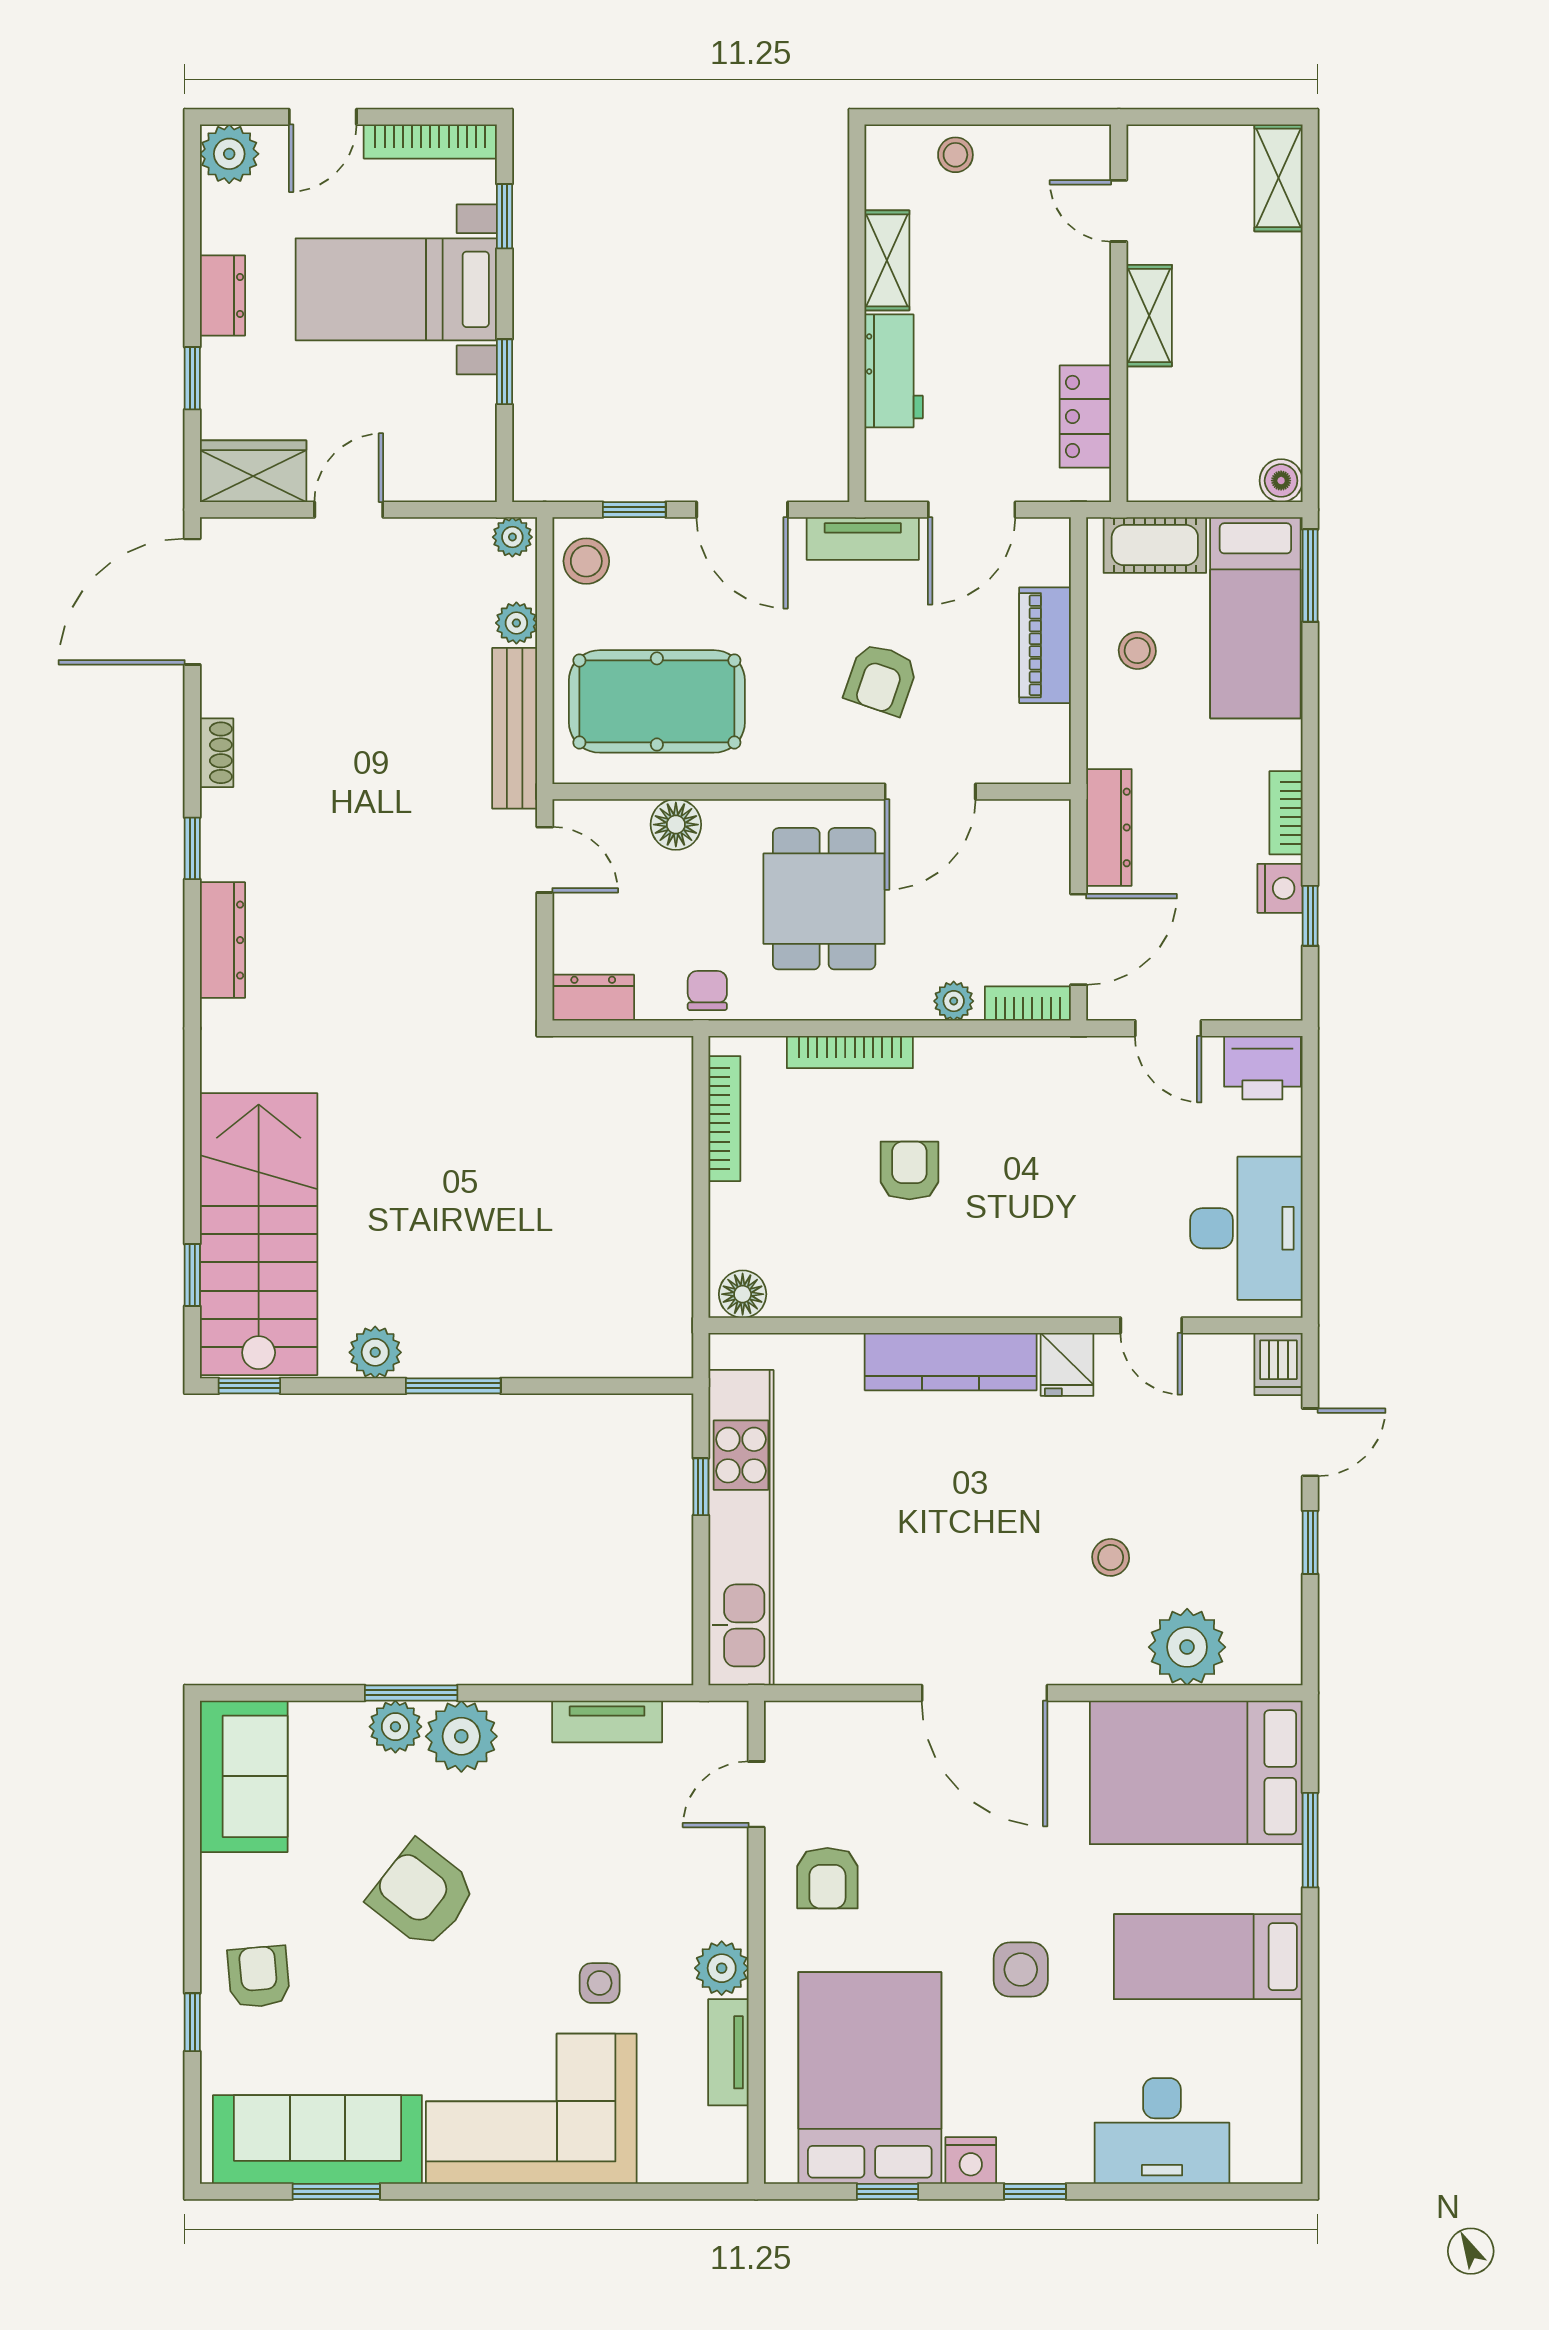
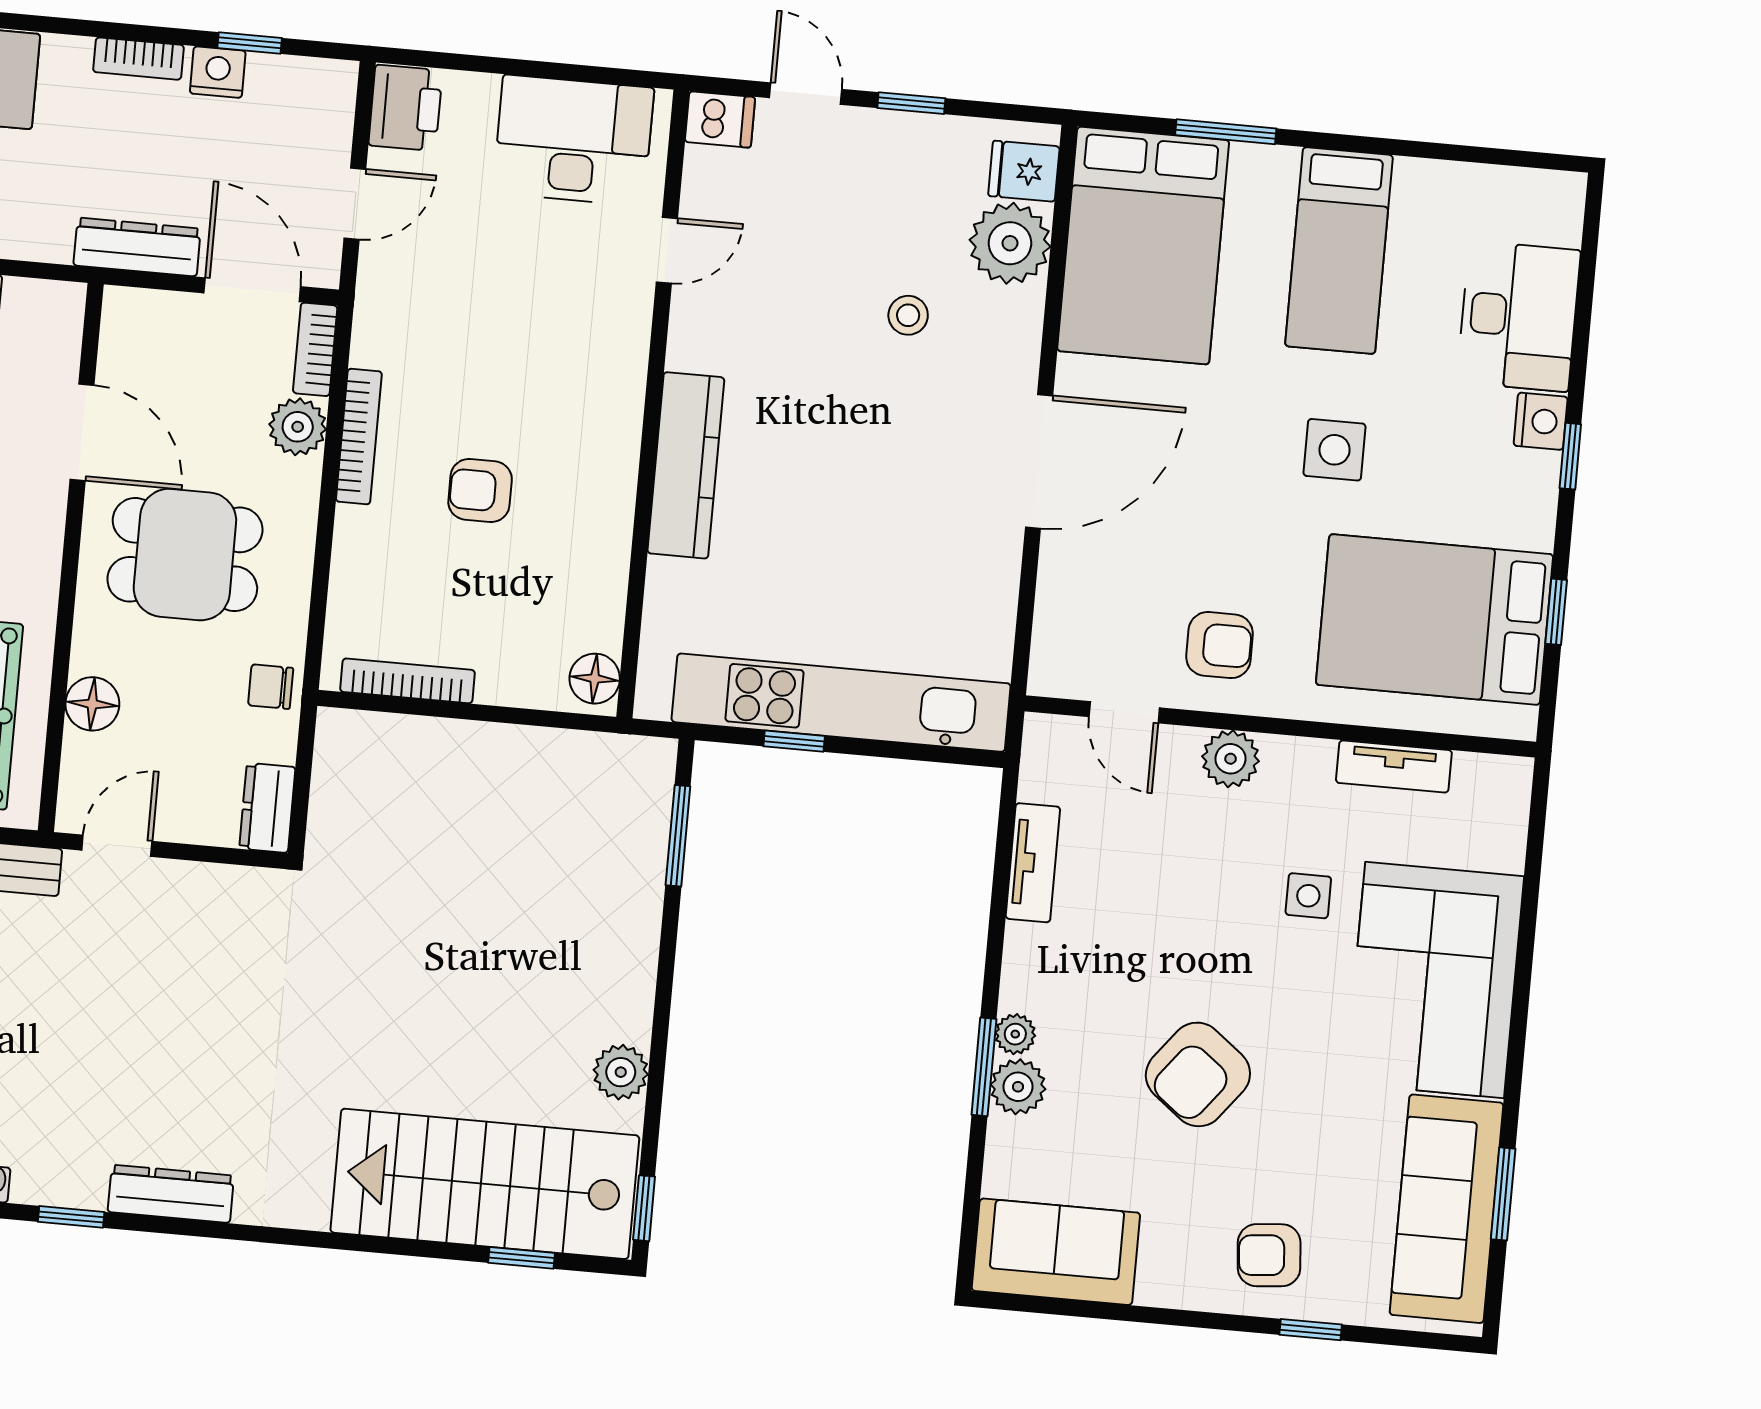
plant: (954, 1001) -> (298, 427), width x1.38, depth x1.38
bookcase: (850, 1052) -> (359, 437), moved
fridge: (1067, 1364) -> (1024, 171), moved, turned 180
window: (453, 1386) -> (678, 836), moved
plant: (461, 1736) -> (1015, 1034), width x0.53, depth x0.53
plant: (722, 1968) -> (1231, 759), moved
nightstand: (971, 2161) -> (1541, 421), moved

